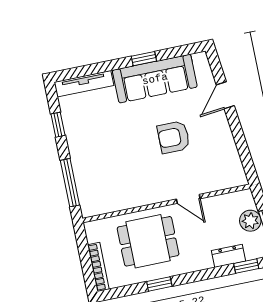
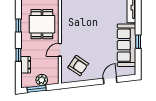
door: (225, 95) -> (110, 80), hinge flipped
armchair: (174, 137) -> (78, 66), moved, turned 124
window: (246, 266) -> (18, 55), moved

